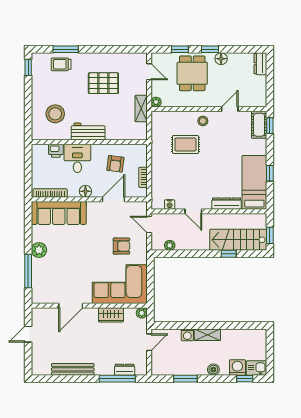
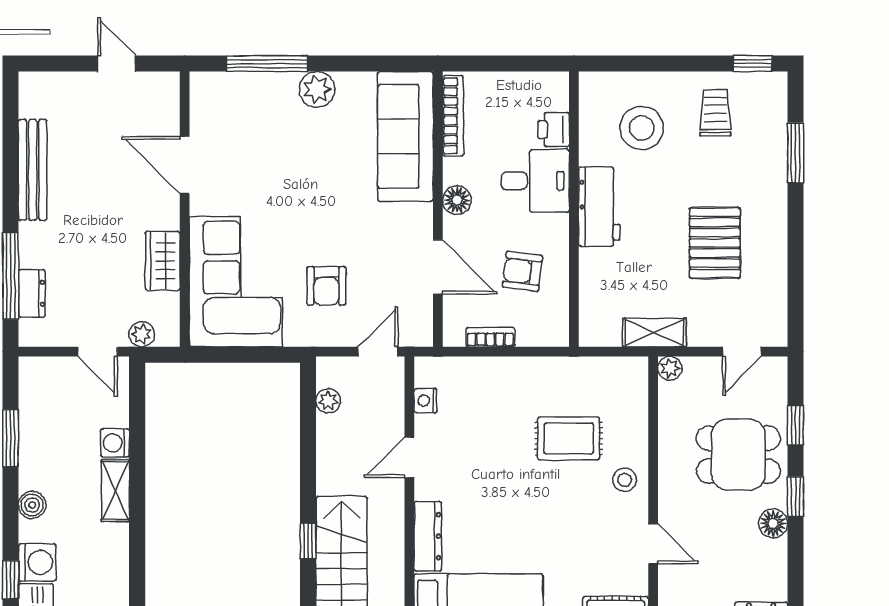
trolley: (61, 64) -> (715, 113), moved
rug: (185, 144) -> (569, 439), turned 90
plant: (142, 313) -> (142, 334), moved

